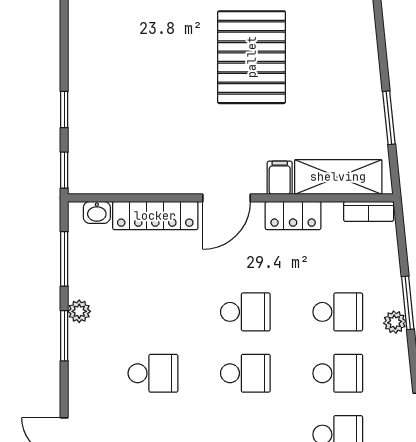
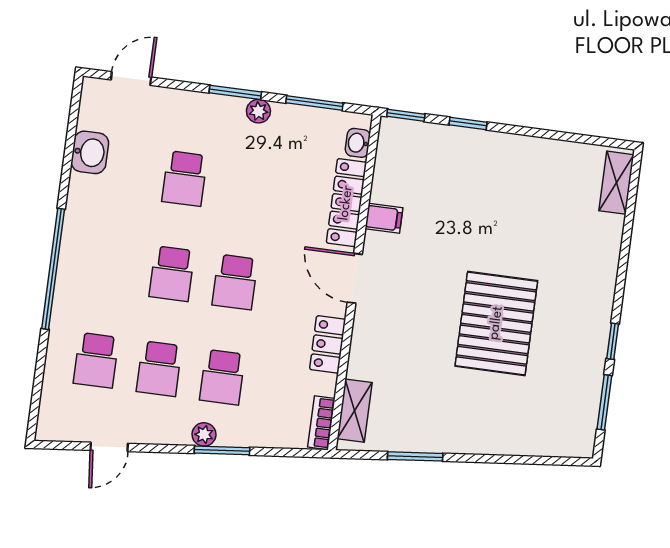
pallet: (252, 57) -> (496, 323), turned 90
shelving: (338, 177) -> (355, 411), width x0.67, depth x0.75
filing cabinet: (280, 178) -> (384, 218), moved

